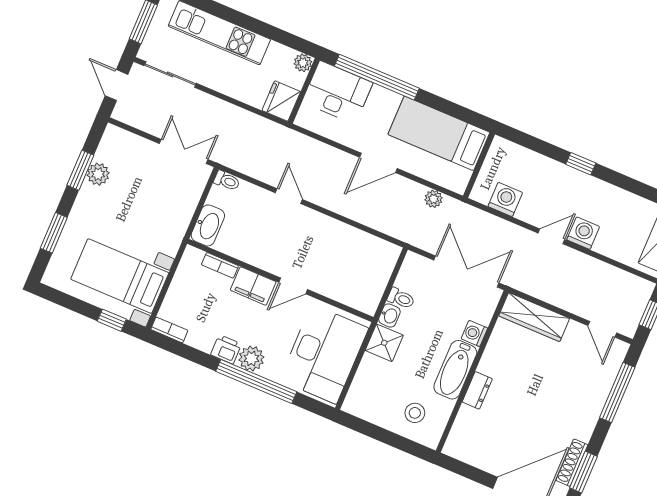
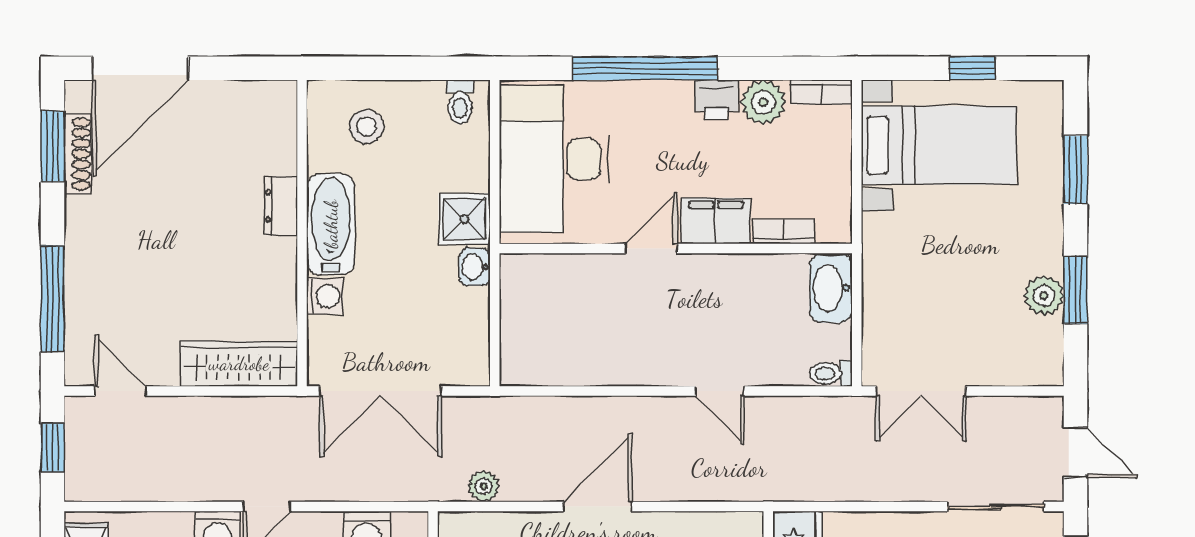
toilet: (401, 298) -> (460, 102), moved, turned -90
window: (112, 320) -> (972, 68), moved
plant: (251, 358) -> (763, 102), moved

